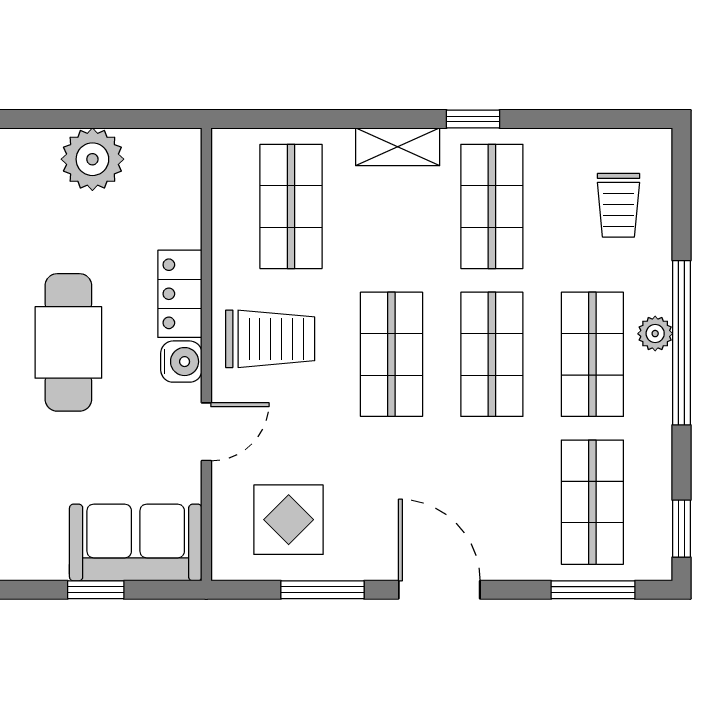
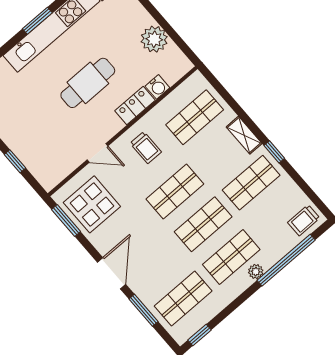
trolley: (618, 205) -> (304, 220), moved
trolley: (270, 339) -> (146, 148), width x0.73, depth x0.72
window: (681, 343) -> (286, 260), moved
water cooler: (181, 362) -> (157, 87), moved
display table: (289, 520) -> (92, 204), width x1.36, depth x1.36
sofa: (136, 542) -> (42, 161), removed
window: (322, 590) -> (66, 221), moved
window: (593, 590) -> (144, 310), moved

